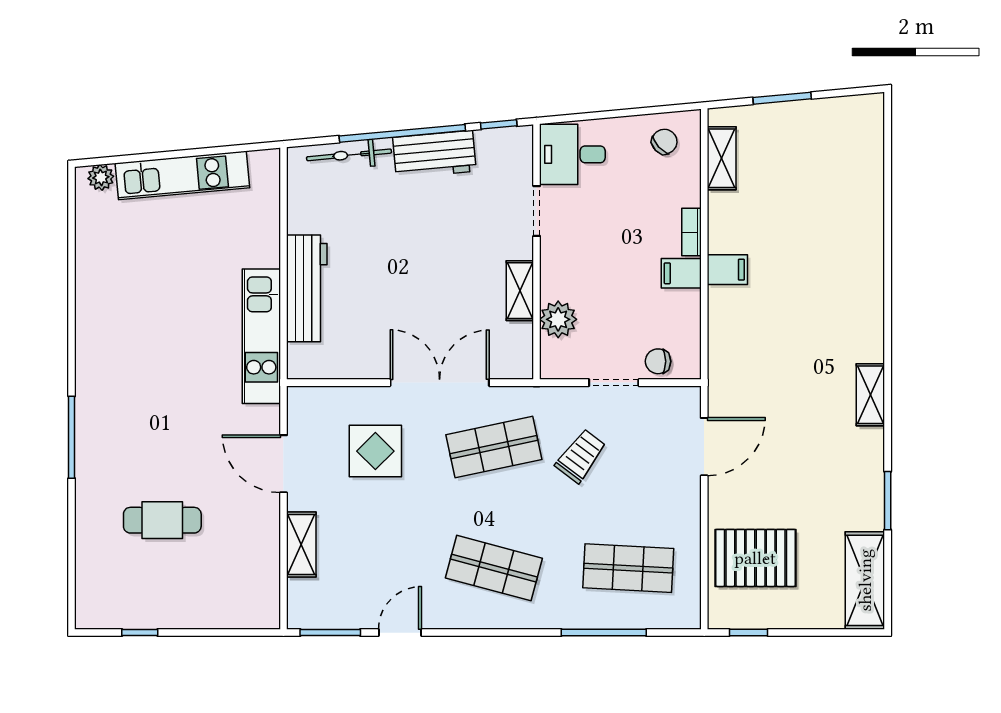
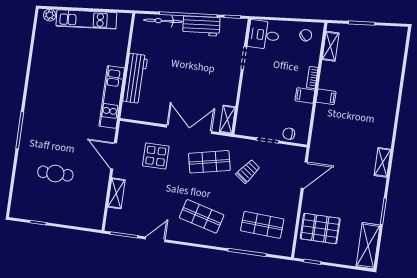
shelving: (520, 291) -> (227, 119), moved
plant: (558, 319) -> (247, 108), removed

